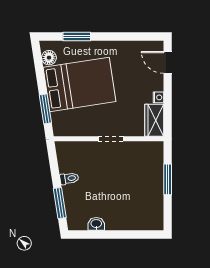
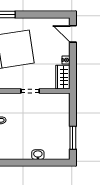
window: (168, 179) -> (73, 138), moved
washbasin: (96, 224) -> (38, 155), moved

